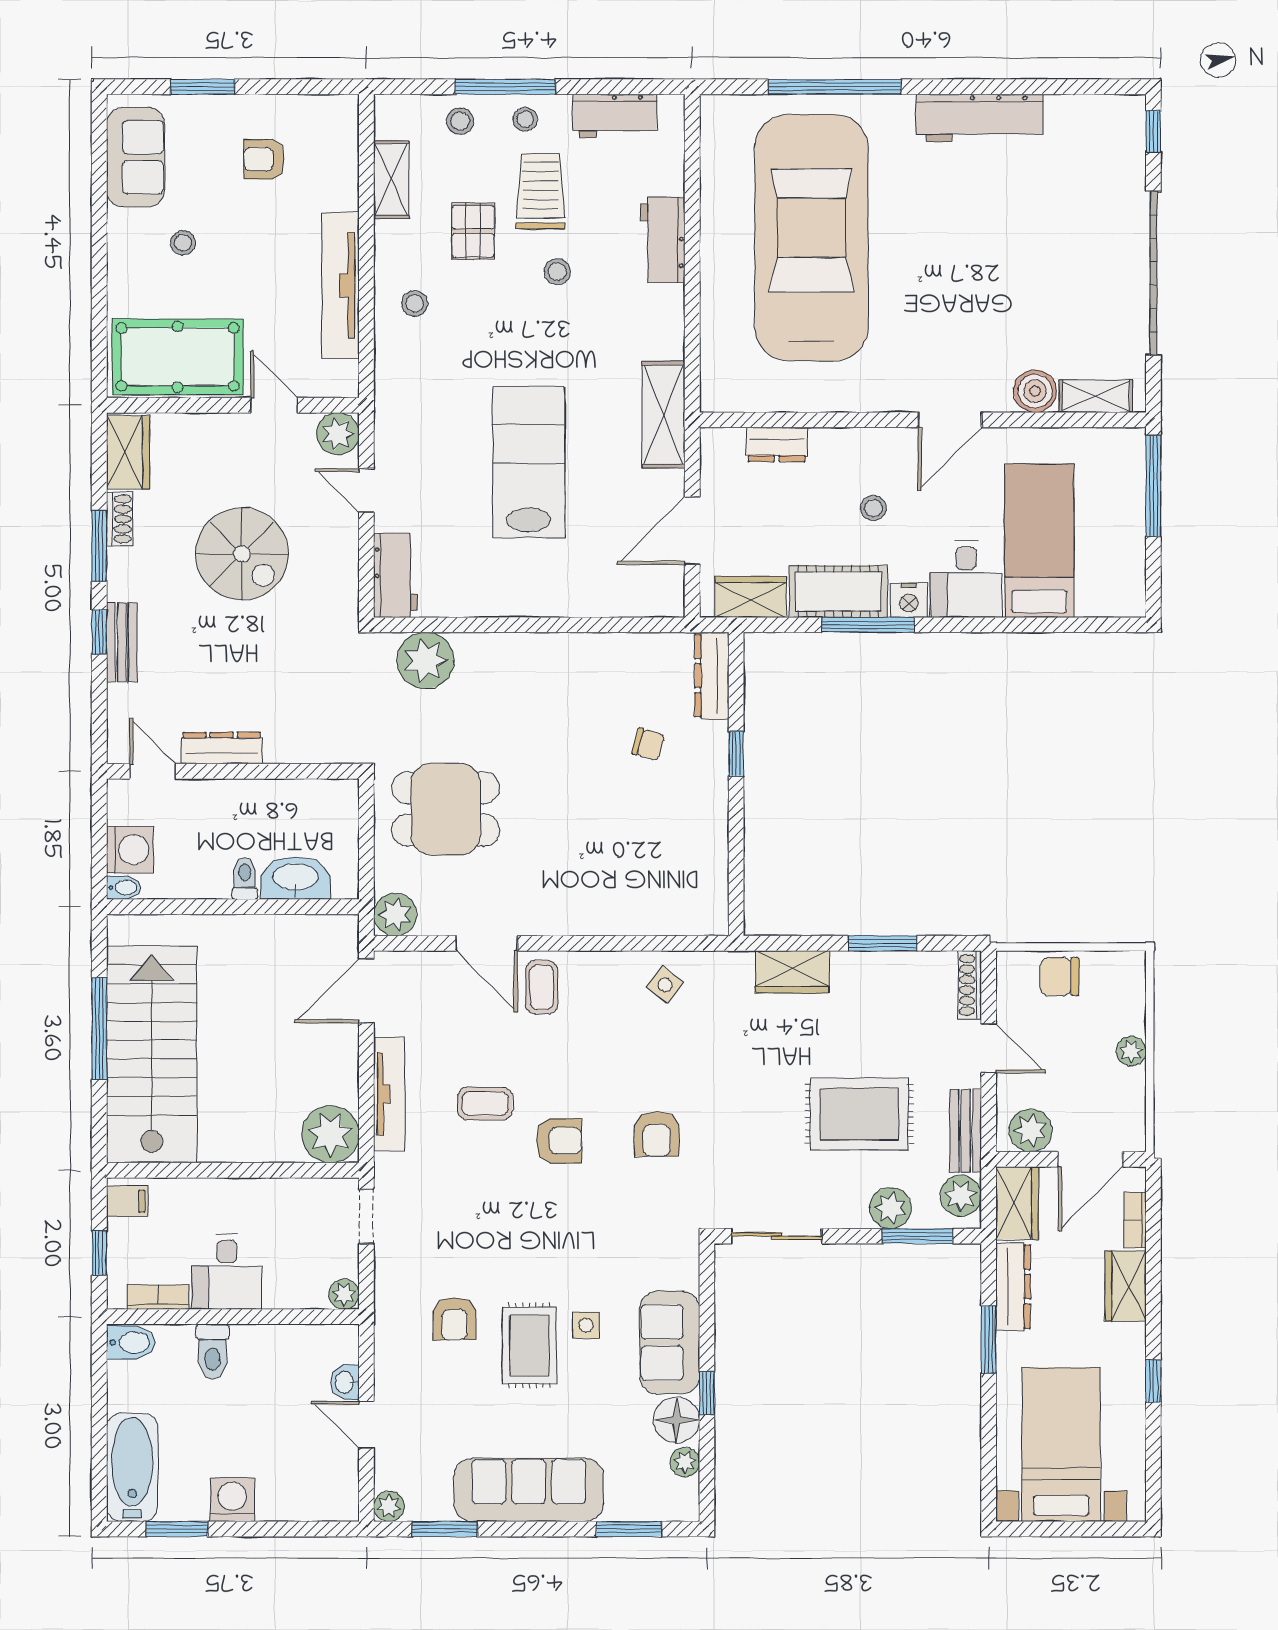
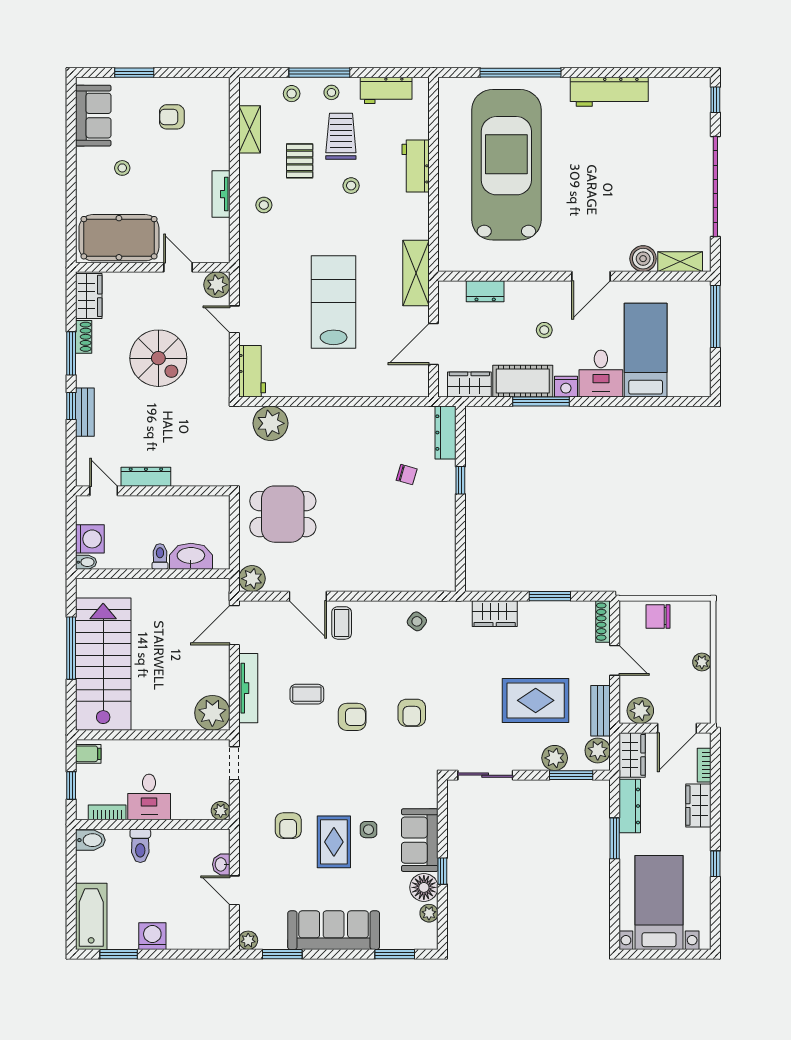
tv unit: (340, 286) -> (221, 194), width x0.52, depth x0.78

